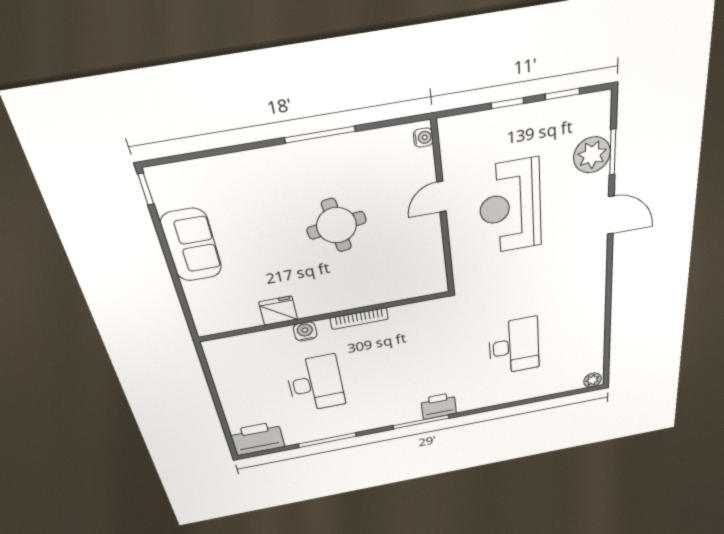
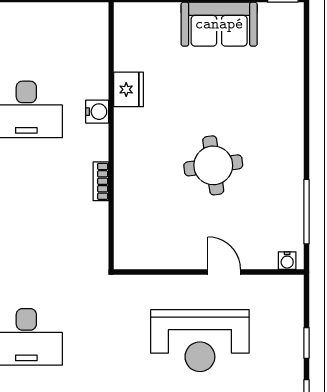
window: (320, 135) -> (306, 212), moved
reception desk: (510, 207) -> (200, 341), turned 180
bookcase: (359, 319) -> (101, 181), width x0.64

